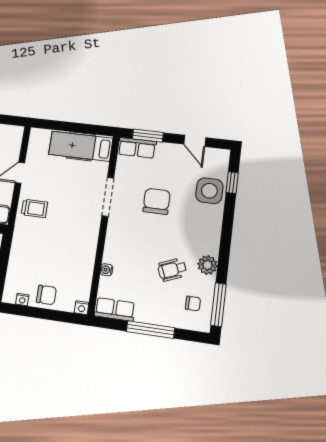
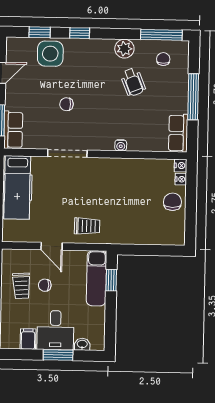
chair: (157, 201) -> (66, 104), width x0.54, depth x0.54
trolley: (34, 208) -> (87, 226), turned 90
window: (228, 222) -> (80, 33), added
water cooler: (107, 270) -> (121, 145), moved
nightstand: (22, 300) -> (181, 179), moved

